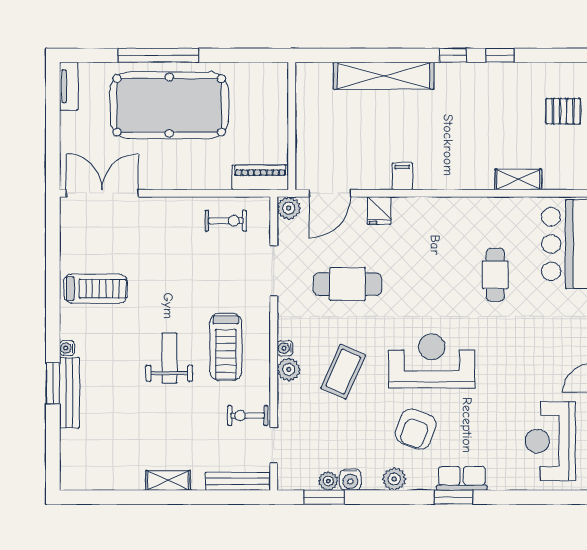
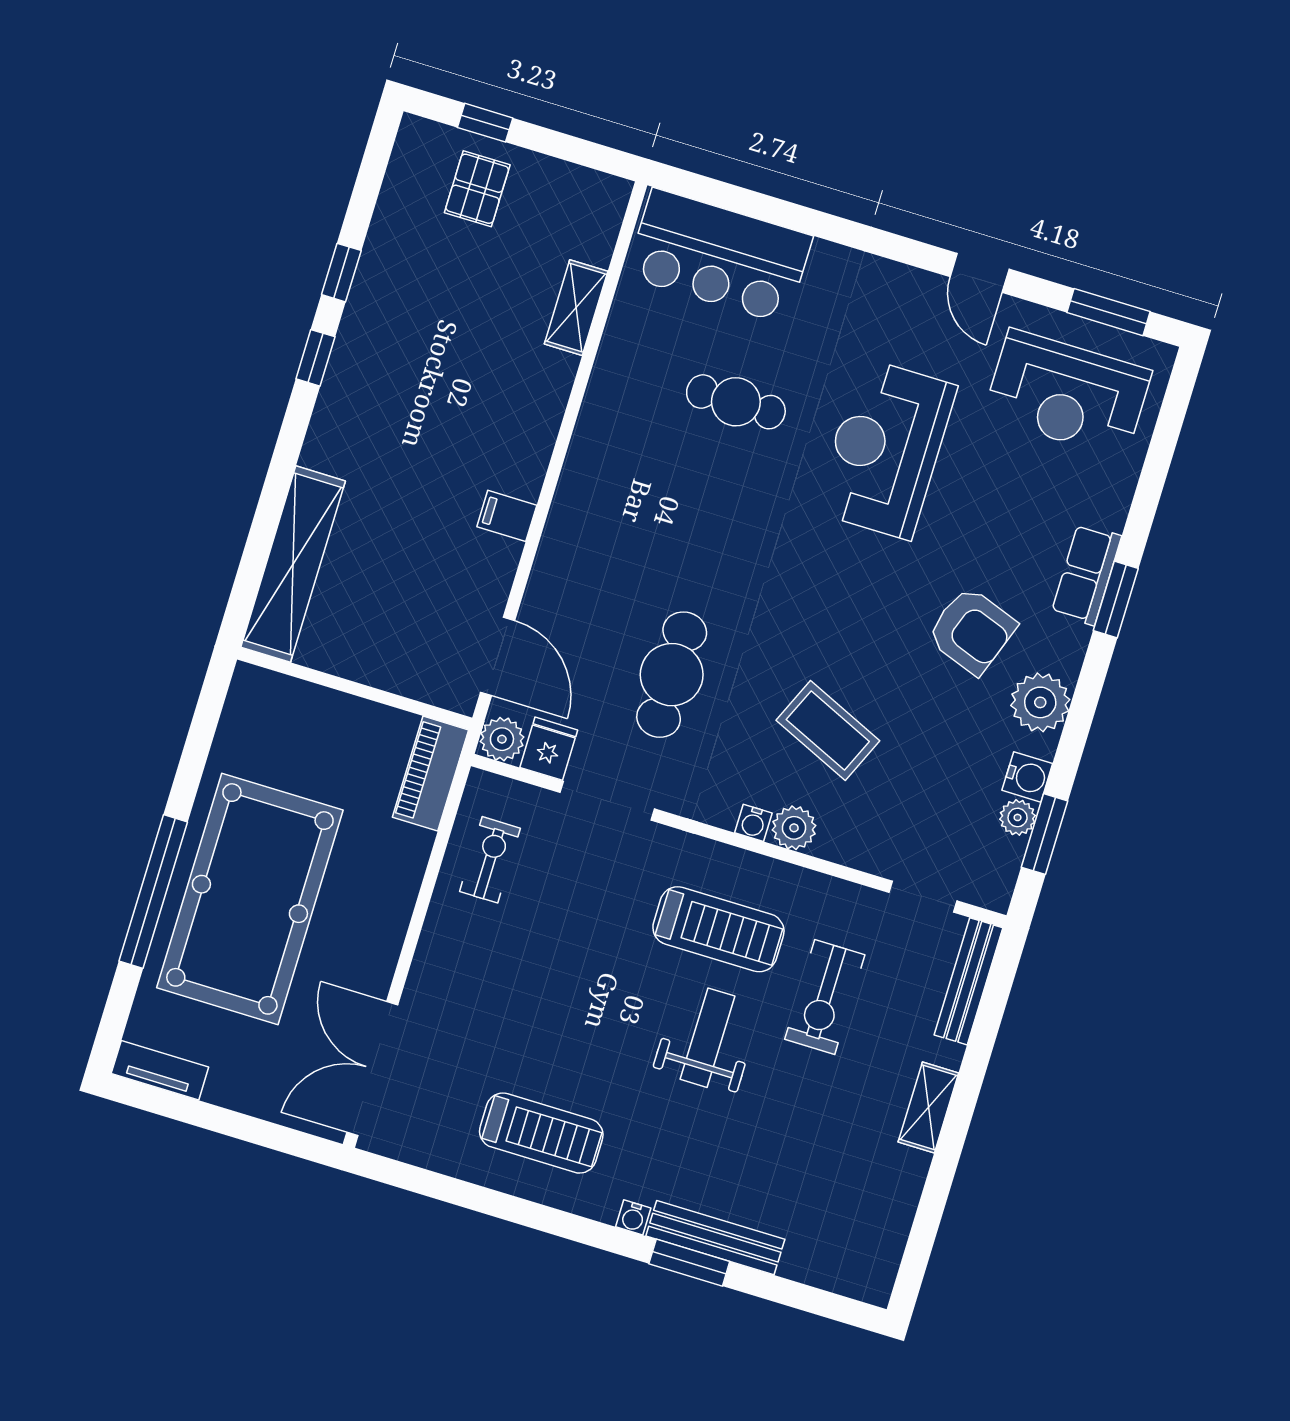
shelving: (384, 76) -> (293, 564), moved
fridge: (379, 211) -> (549, 749), moved, turned -90
treadmill: (96, 289) -> (541, 1133), turned 90
weight bench: (169, 358) -> (708, 1038), turned 90
reception desk: (432, 361) -> (886, 449), moved
exercise bike: (248, 416) -> (825, 997), moved, width x1.38, depth x1.39
plant: (394, 479) -> (1040, 702), width x1.36, depth x1.36

